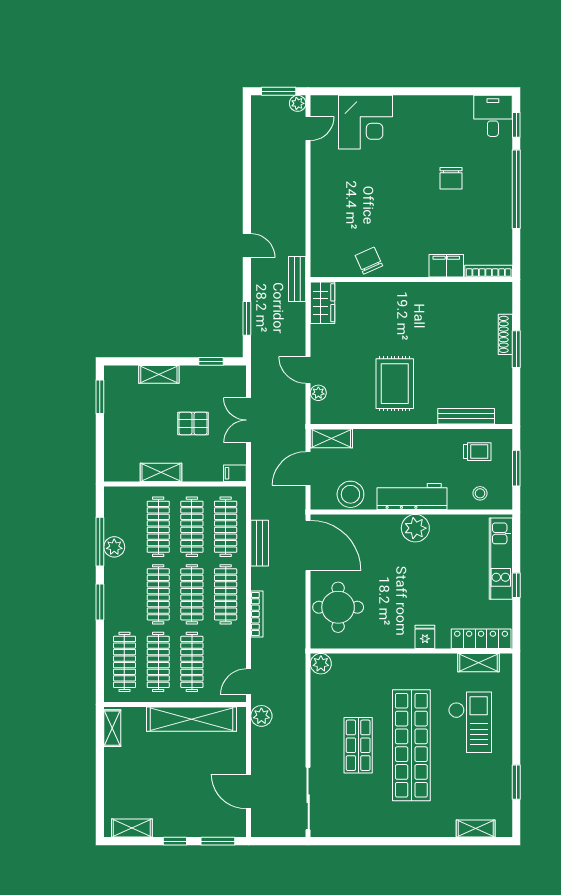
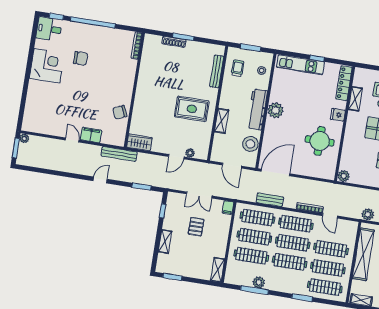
corner desk: (365, 122) -> (47, 66), moved
door: (308, 129) -> (72, 140), moved
filing cabinet: (446, 266) -> (91, 135), moved, turned 90
bench: (297, 279) -> (119, 154), width x1.36
shelving: (331, 438) -> (222, 121), moved
shelving: (161, 472) -> (218, 270), moved
window: (100, 602) -> (302, 298), moved
round table: (338, 607) -> (320, 141), moved
shelving: (478, 663) -> (355, 99), moved
door: (249, 682) -> (330, 216), moved

